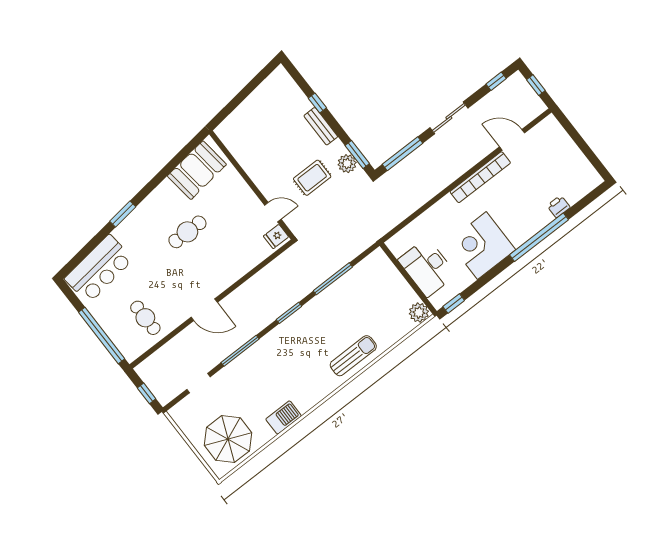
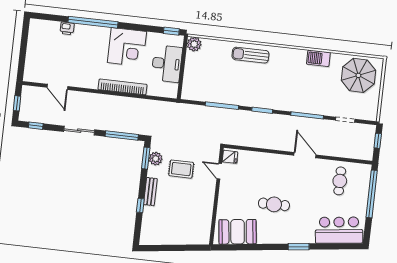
bookcase: (480, 177) -> (122, 87), moved

